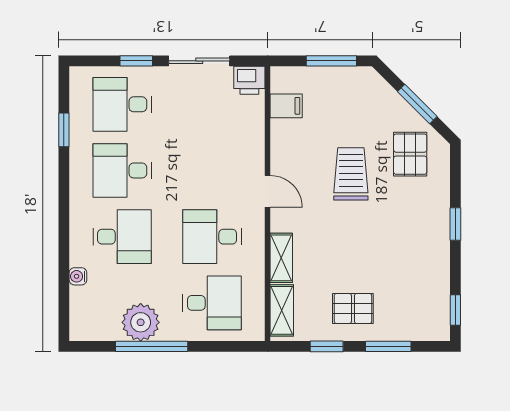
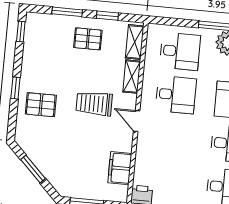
filing cabinet: (286, 106) -> (120, 168), width x2.00
pallet: (410, 154) -> (41, 105), moved, turned 90
trolley: (351, 174) -> (94, 104), moved, turned 90
desk: (212, 303) -> (180, 51), turned 180

